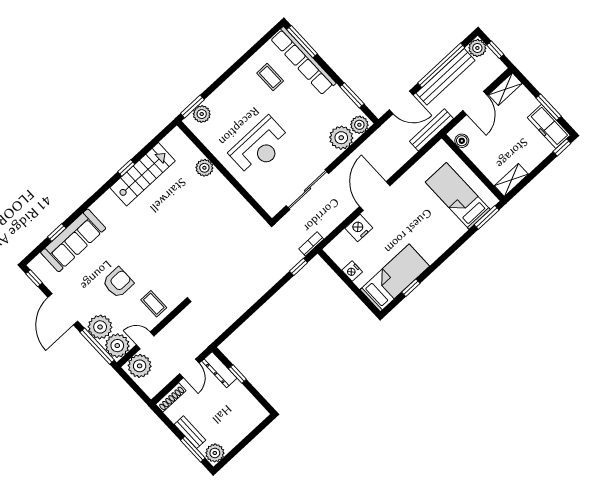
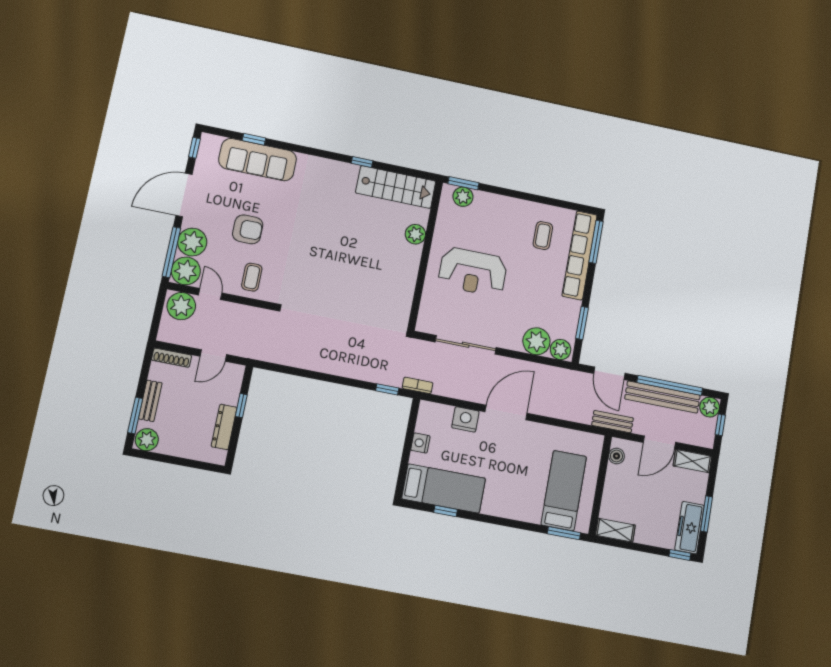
bench: (431, 130) -> (613, 422), width x0.73
stairs: (143, 174) -> (396, 187), moved
dresser: (219, 370) -> (224, 427), moved

